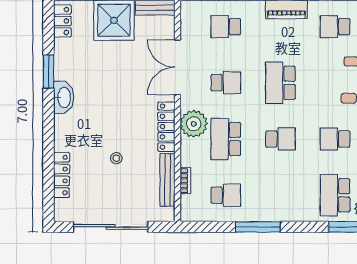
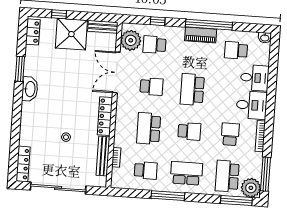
plant: (194, 124) -> (131, 40), moved
school desk: (335, 139) -> (230, 134), turned 90
locker: (61, 175) -> (23, 164), moved
school desk: (280, 195) -> (186, 173), added

